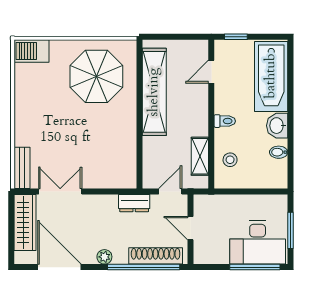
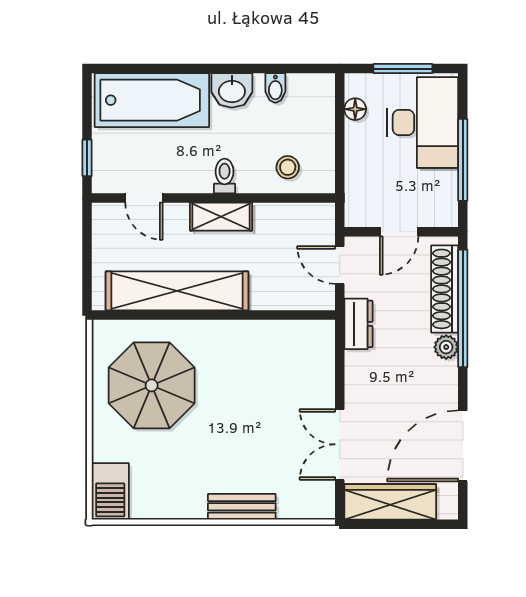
shelving: (200, 156) -> (221, 217), moved
bench: (22, 168) -> (242, 507), moved
floor lamp: (266, 201) -> (355, 109), added
plant: (104, 257) -> (446, 347), moved
window: (255, 267) -> (463, 160), moved

